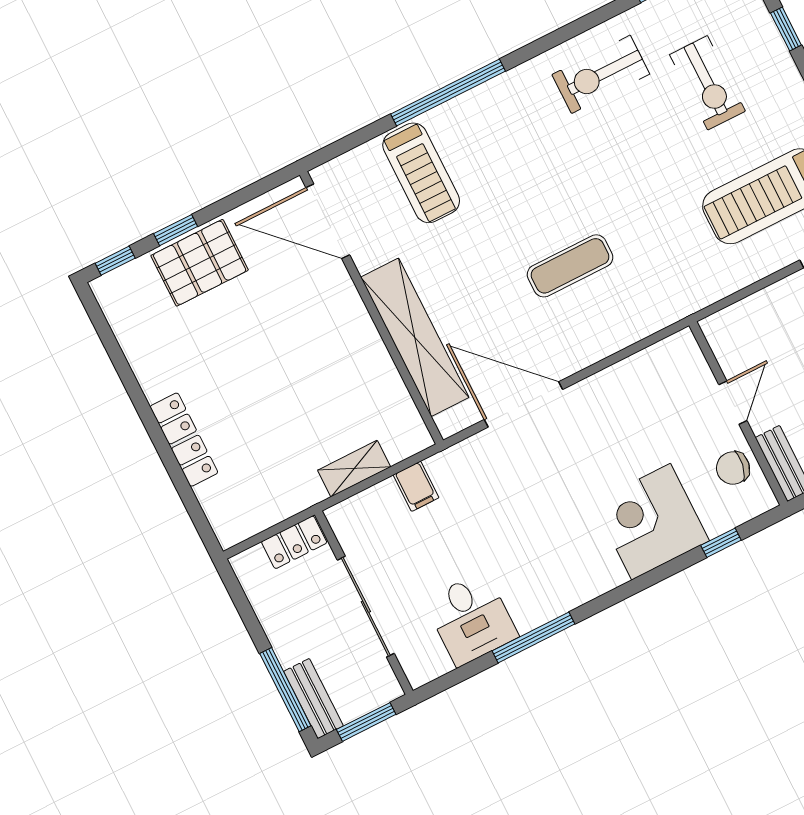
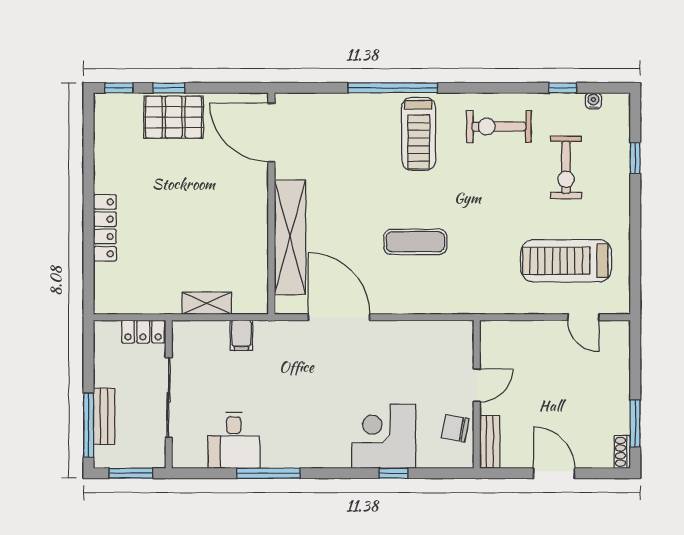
treadmill: (421, 173) -> (419, 134), moved
window: (721, 543) -> (393, 473), moved
bench: (314, 699) -> (104, 416), moved

